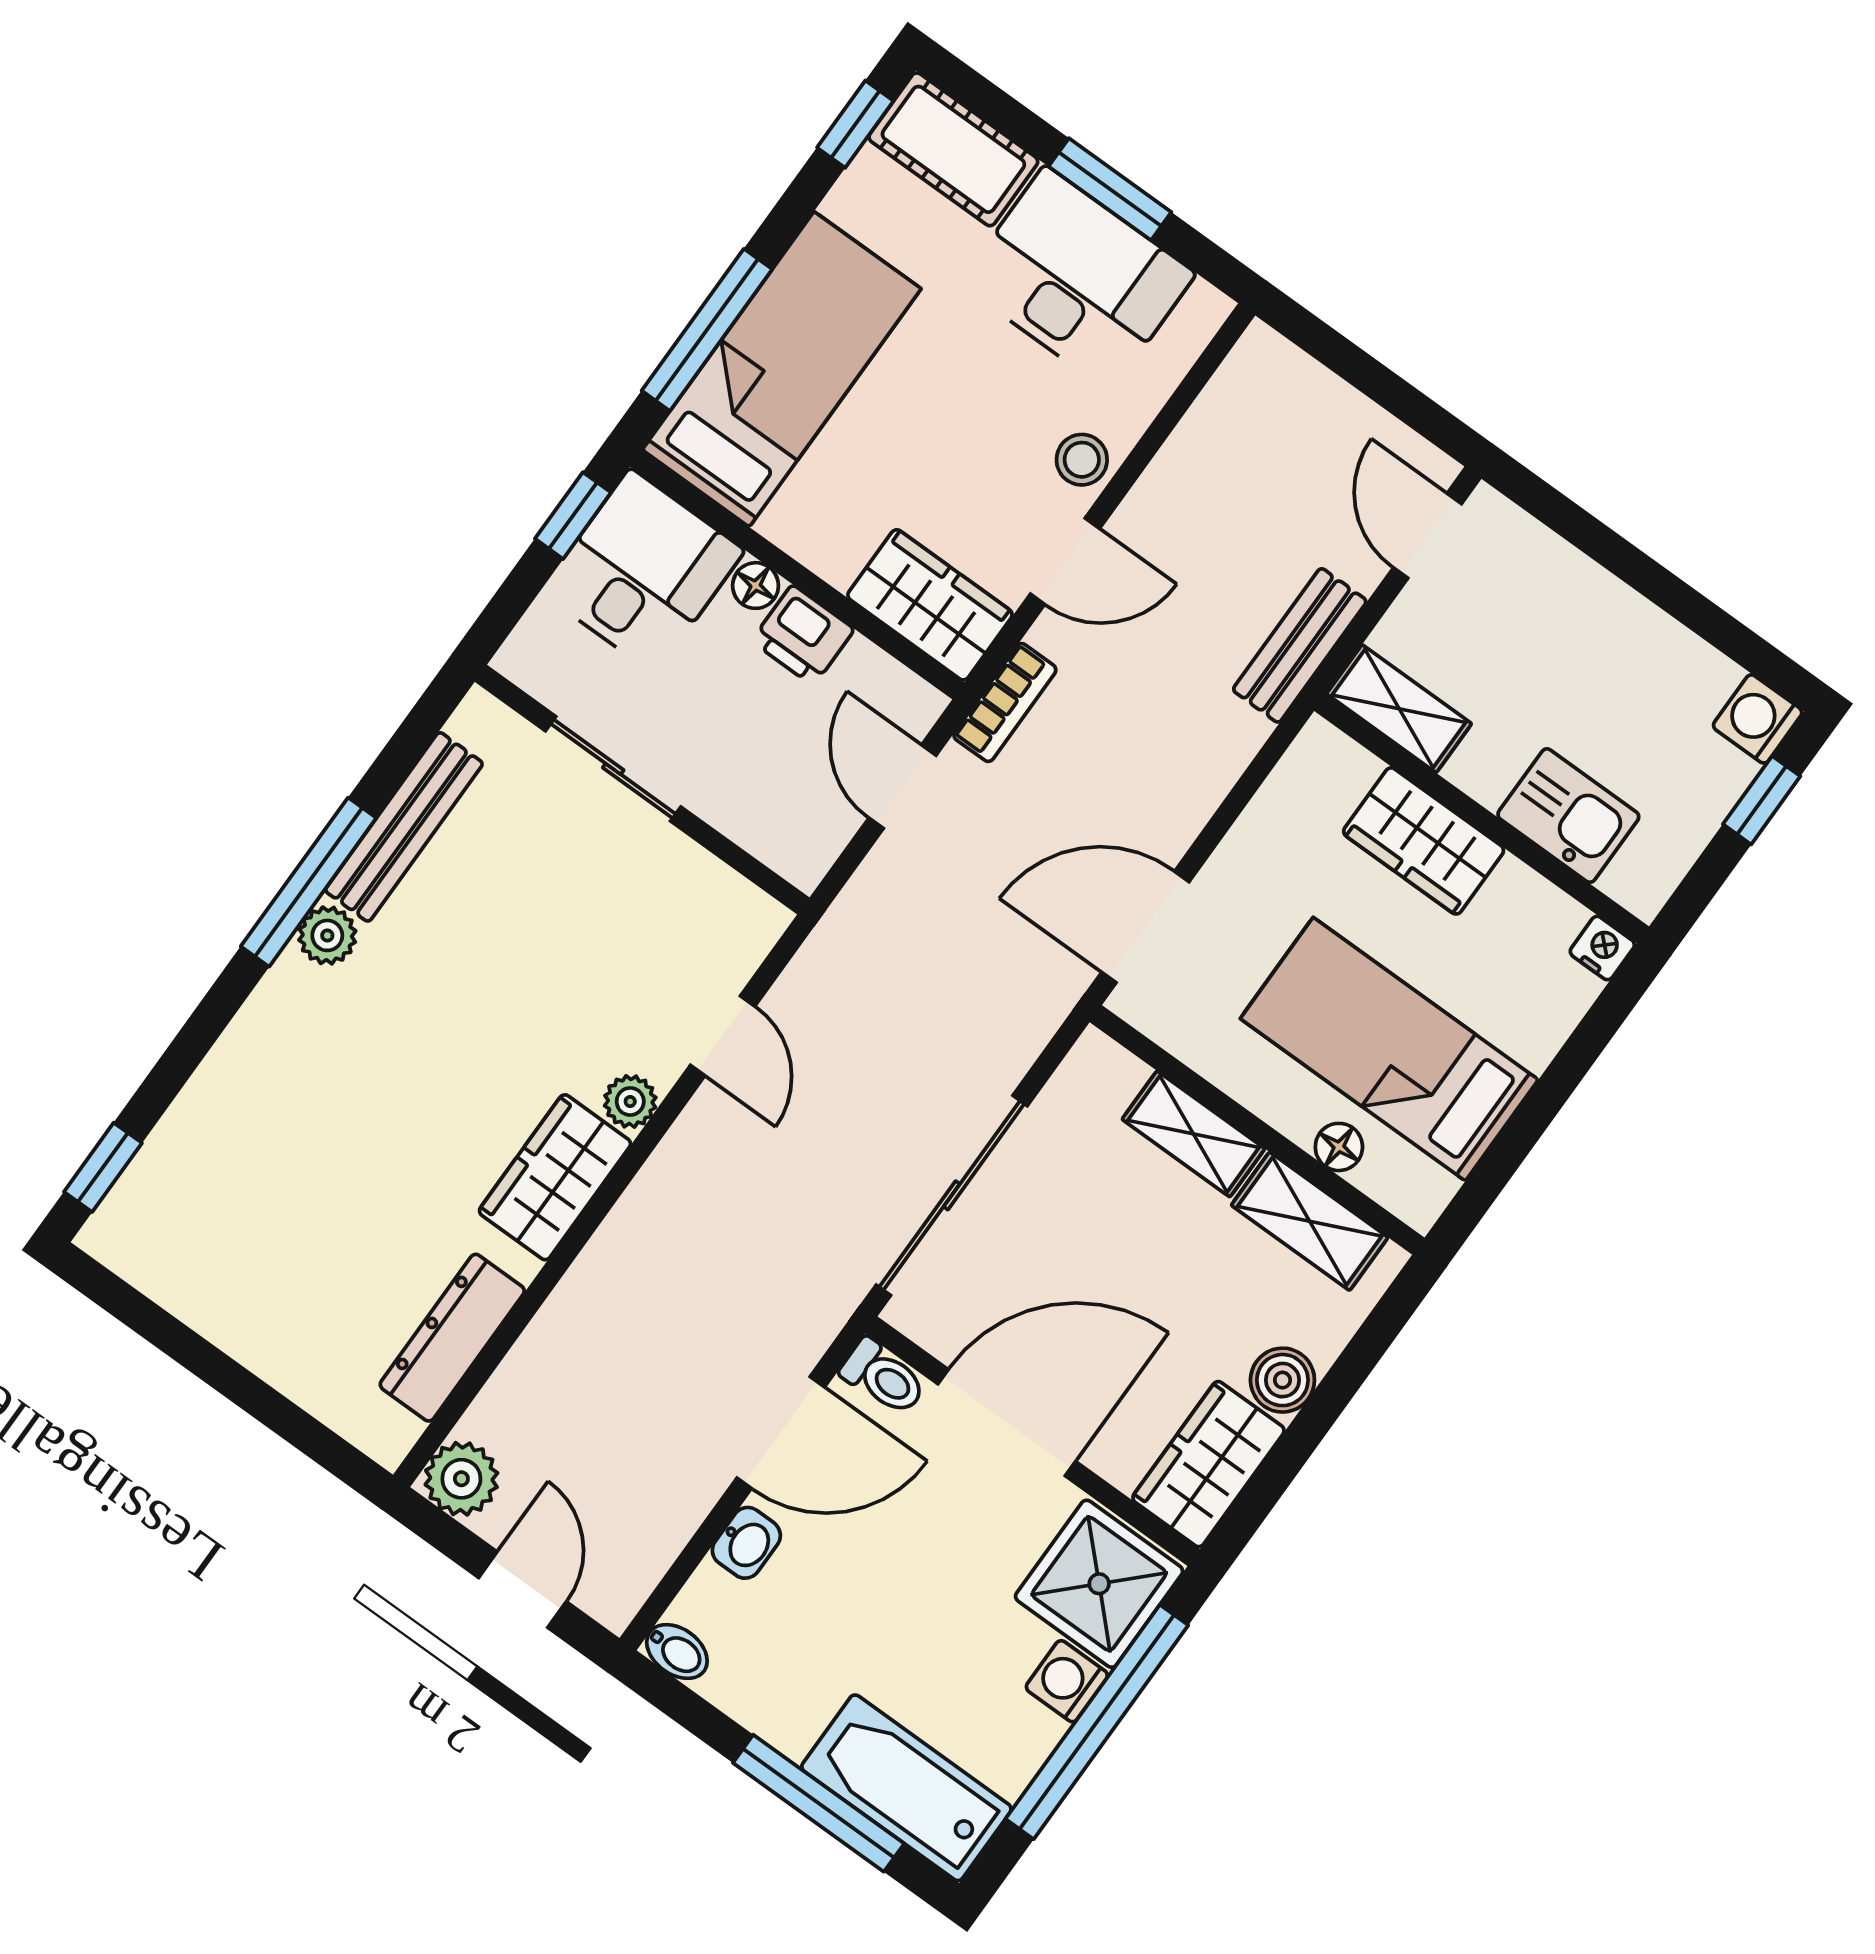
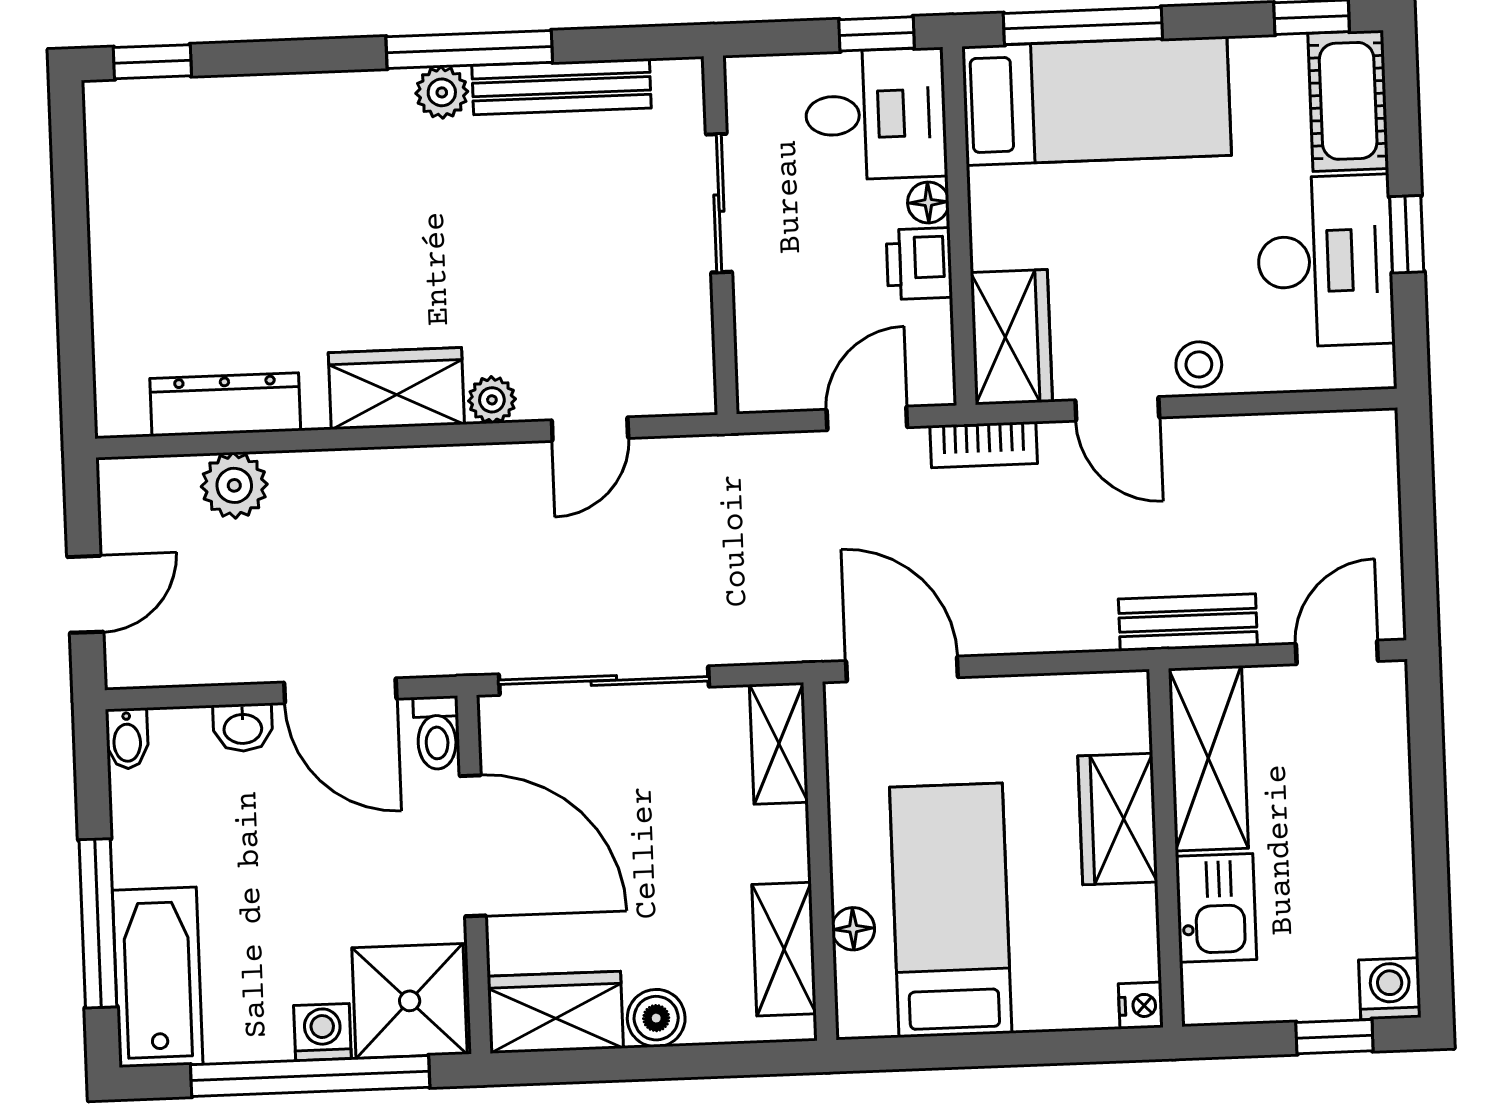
window: (1110, 189) -> (1407, 234), width x0.67
shelving: (1399, 709) -> (1208, 758), width x1.50, depth x1.33
shelving: (1193, 1134) -> (779, 743), moved
plant: (461, 1479) -> (234, 485), moved

